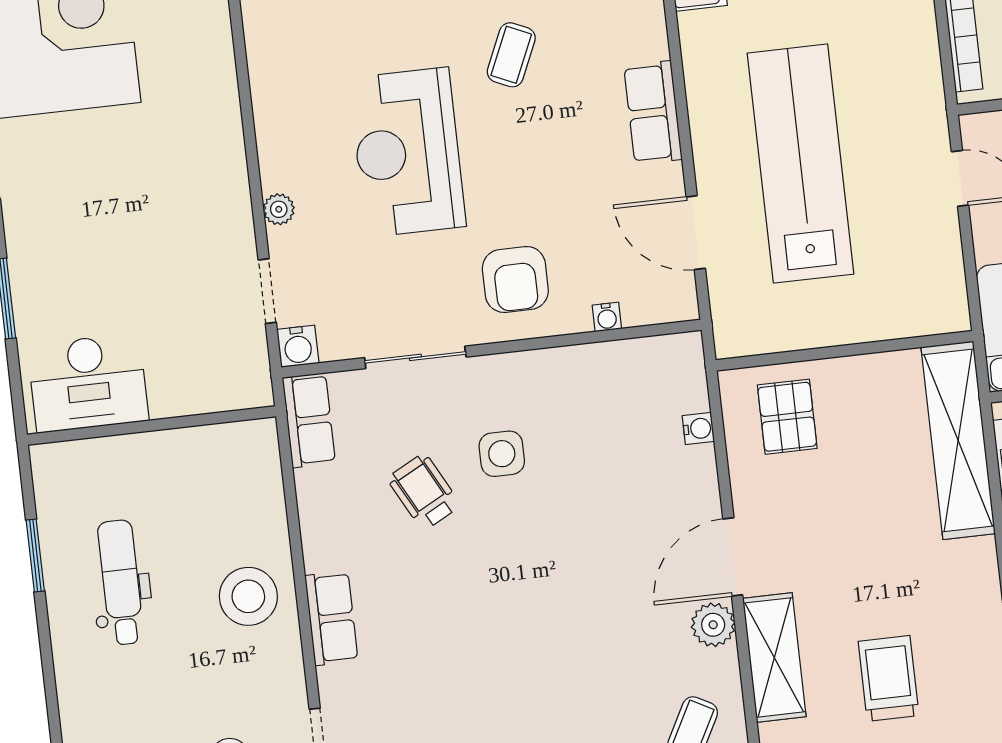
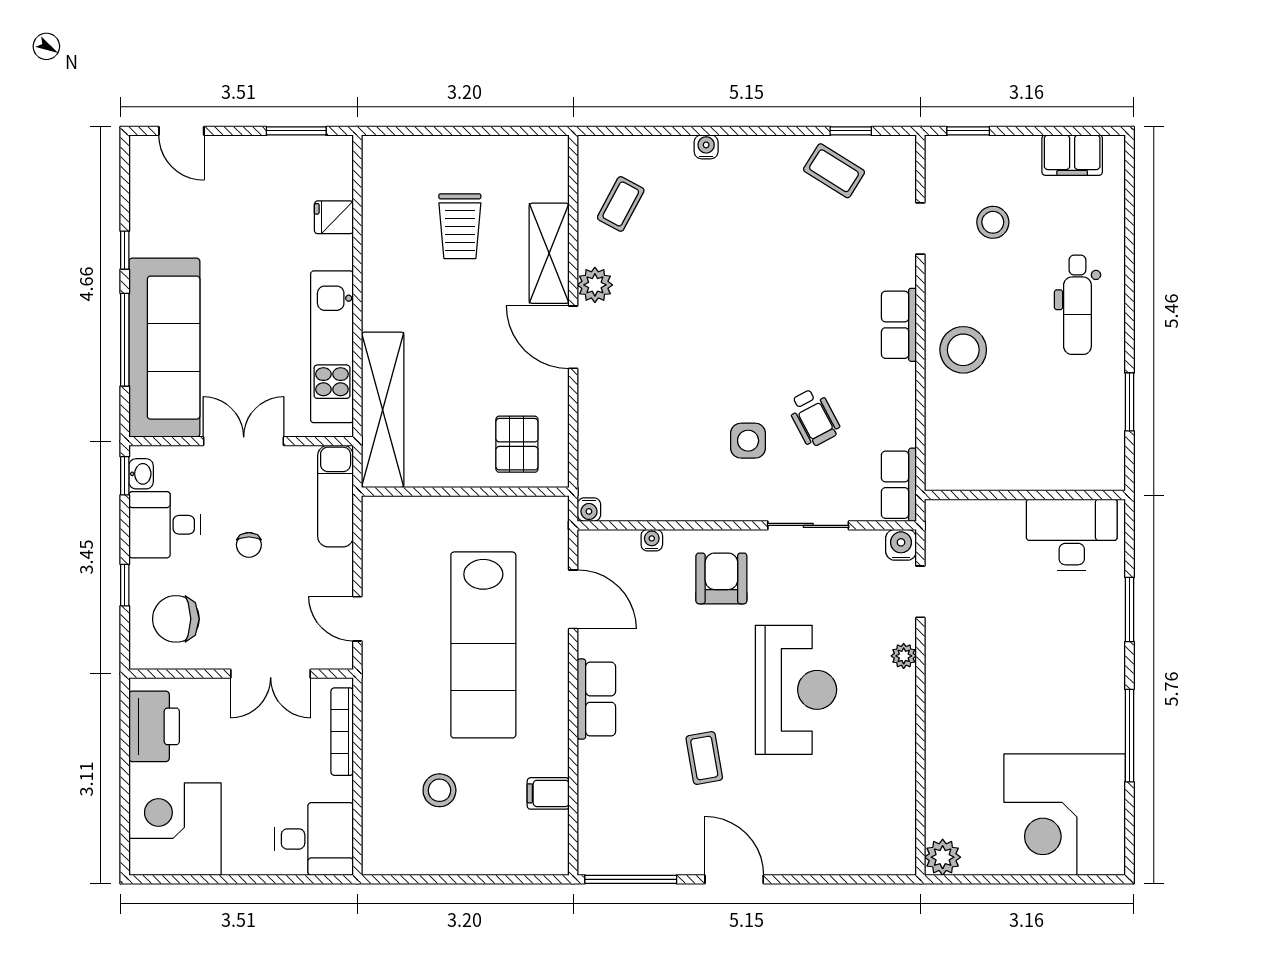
coffee table: (511, 55) -> (704, 758), turned -34
water cooler: (698, 429) -> (589, 510), moved, turned -90
door: (733, 557) -> (573, 337), swing flipped
dental chair: (121, 582) -> (1077, 305), moved

